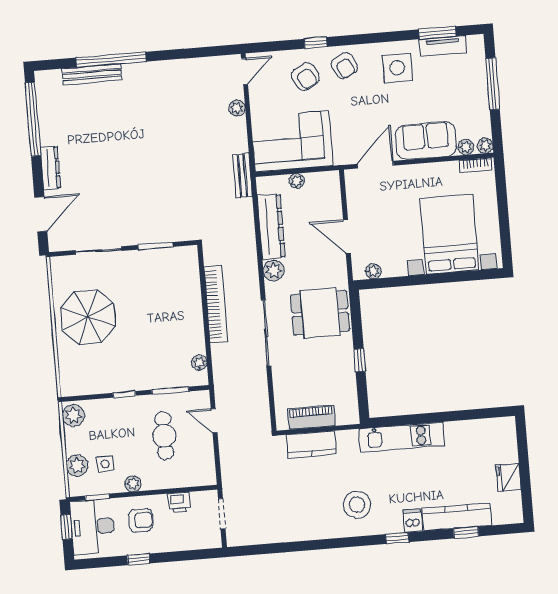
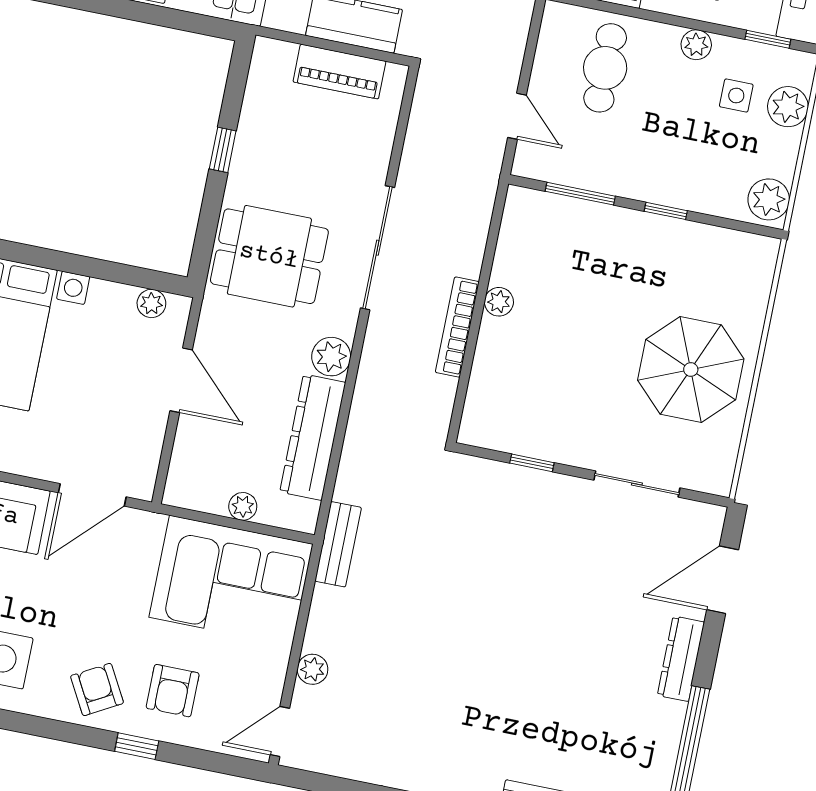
armchair: (305, 76) -> (173, 691), turned -151
window: (155, 246) -> (532, 463), width x0.67
bookcase: (216, 304) -> (457, 327), width x0.68, depth x0.76
plant: (199, 363) -> (499, 302), moved
cafe table: (164, 436) -> (605, 68), moved

